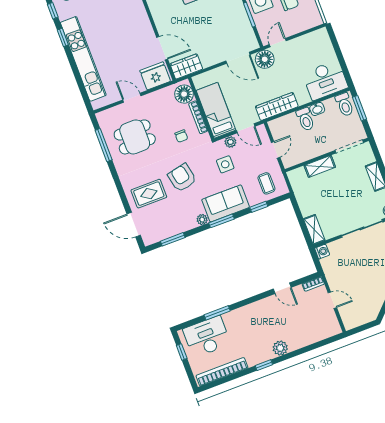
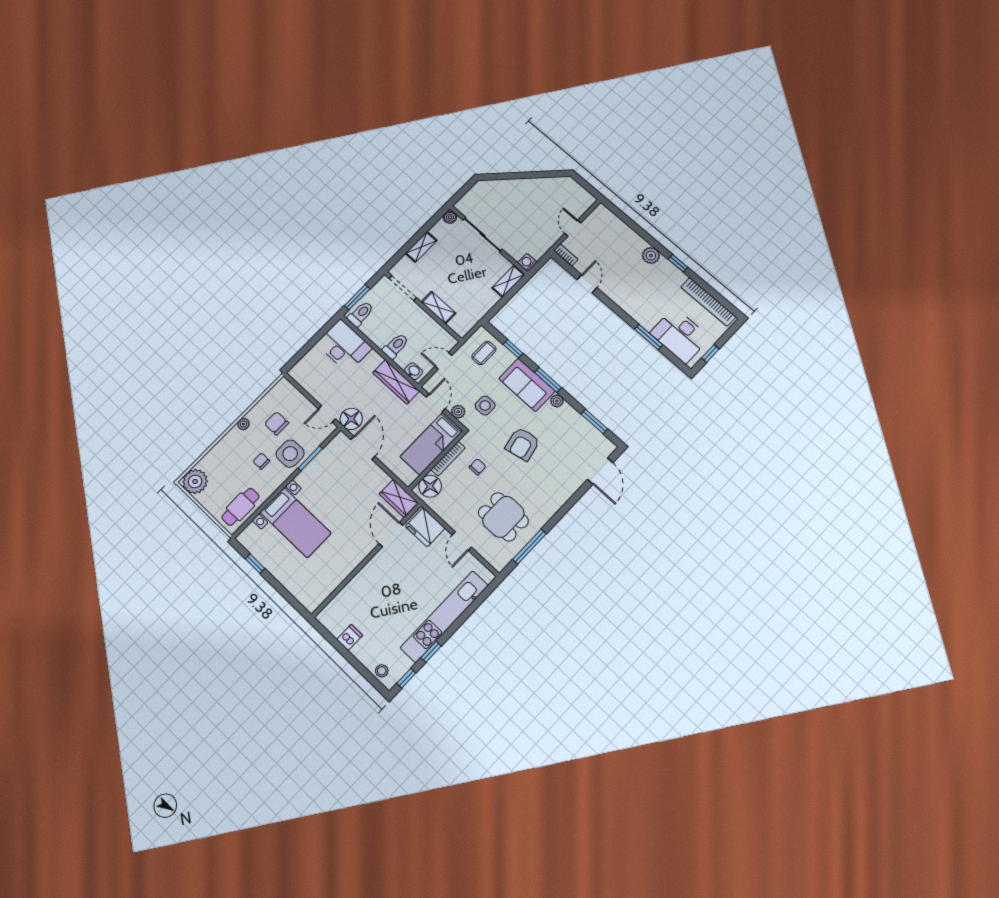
washbasin: (317, 109) -> (414, 371), moved
rug: (149, 194) -> (558, 471), removed

